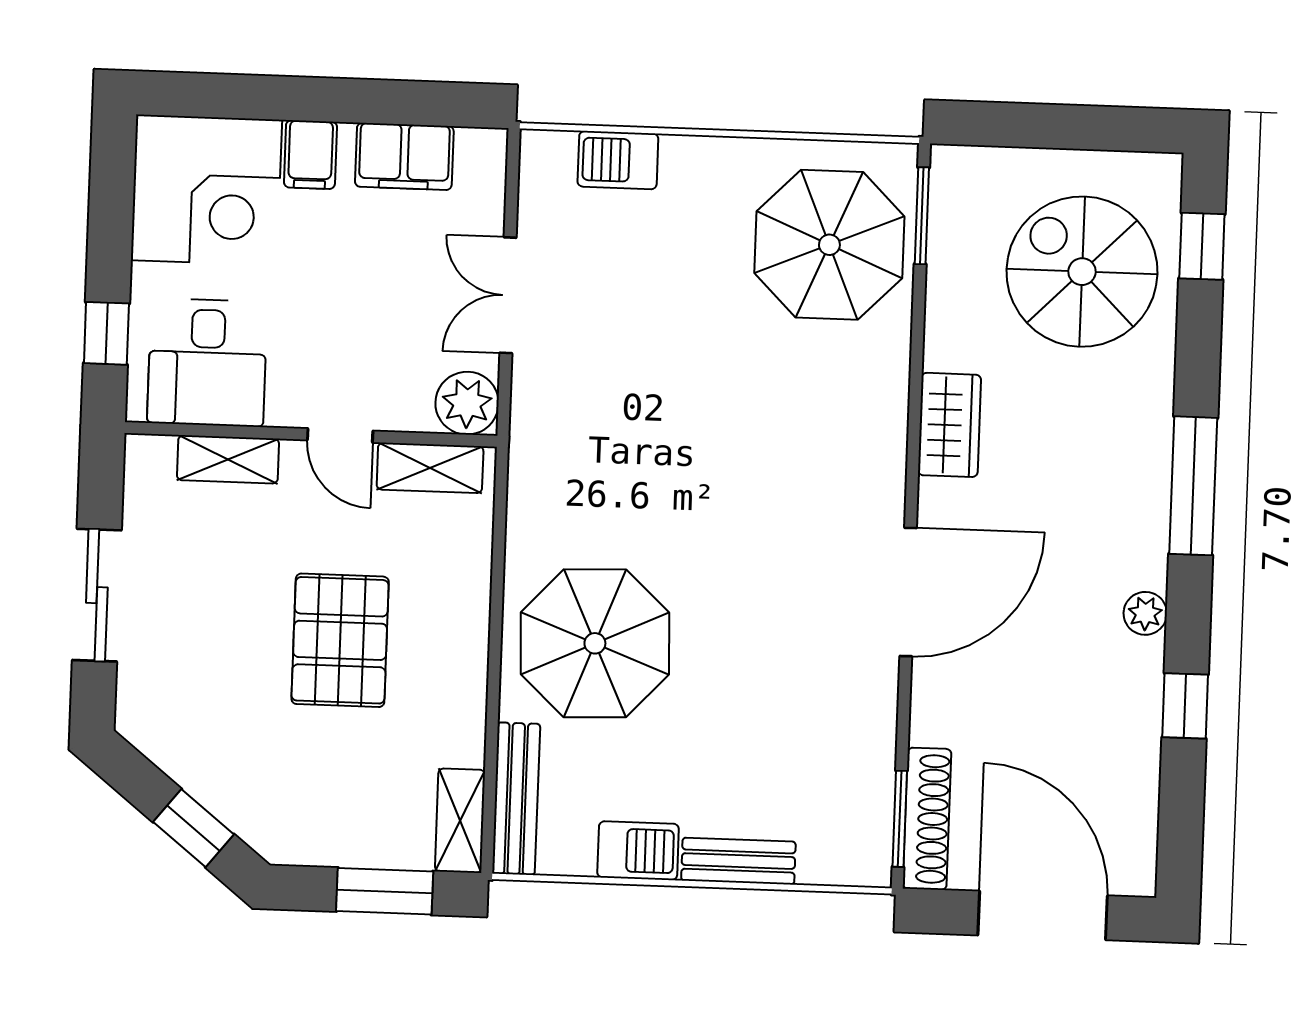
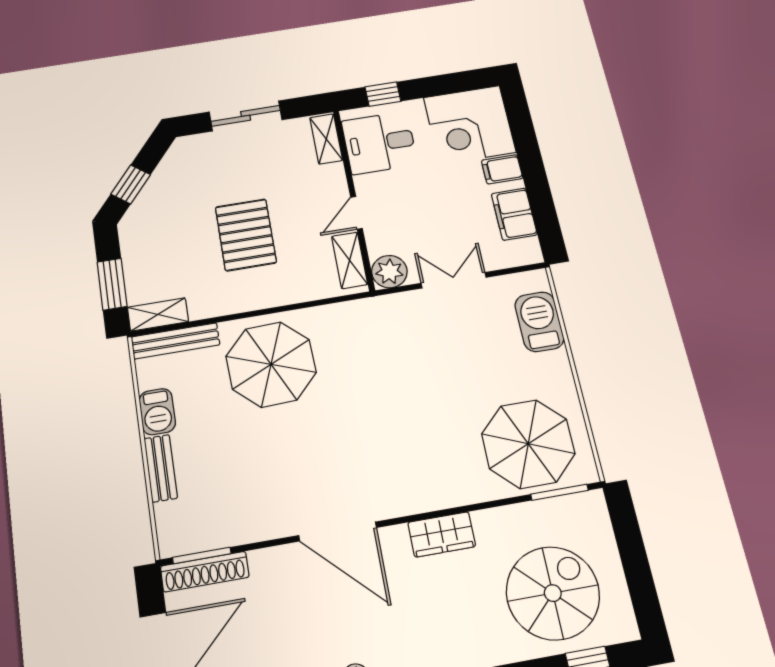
barbecue: (618, 160) -> (539, 322), width x1.38, depth x1.27
shelving: (228, 459) -> (326, 139), moved
pallet: (340, 640) -> (246, 235), turned 90

